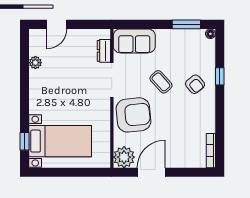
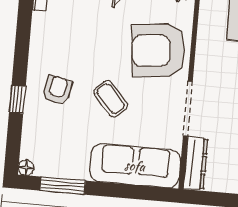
sofa: (134, 41) -> (135, 166), width x1.36
dresser: (104, 51) -> (196, 163), width x1.44
armchair: (195, 84) -> (57, 90), turned 50

